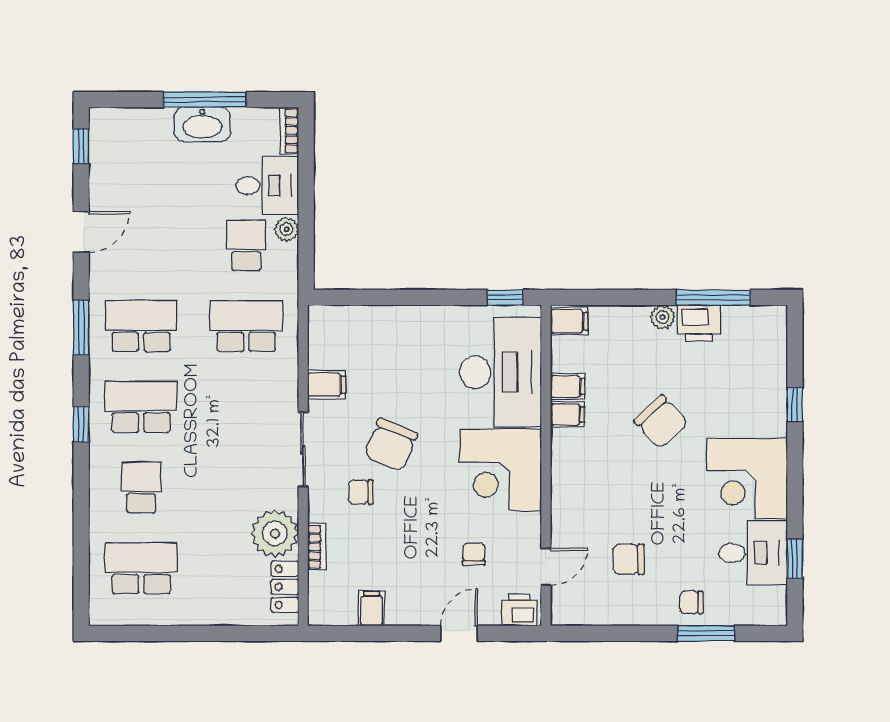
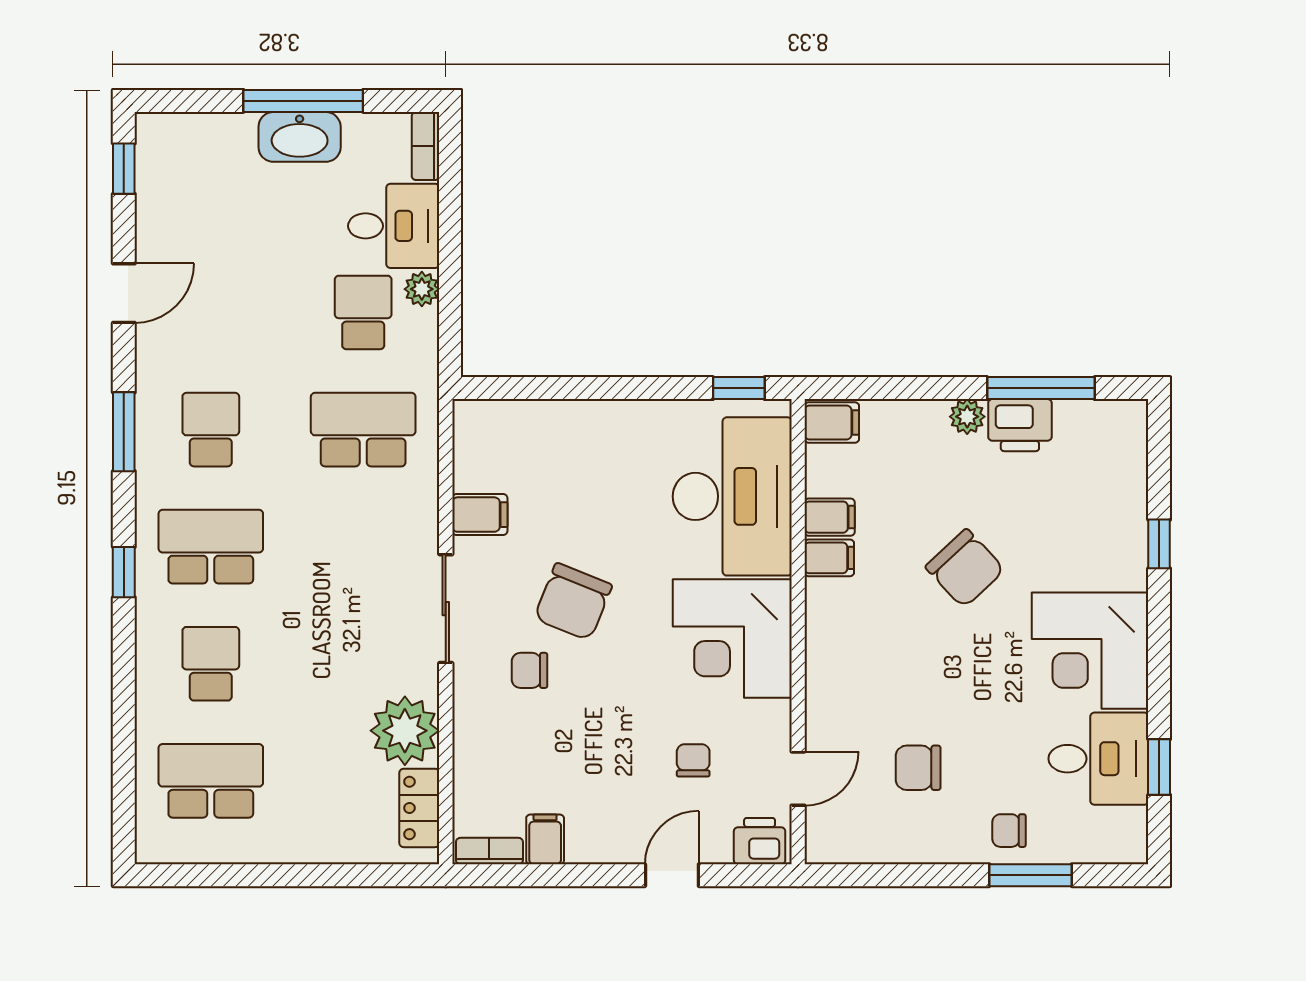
school desk: (141, 326) -> (211, 430), width x0.54
bookcase: (317, 547) -> (489, 851), moved, turned -90

